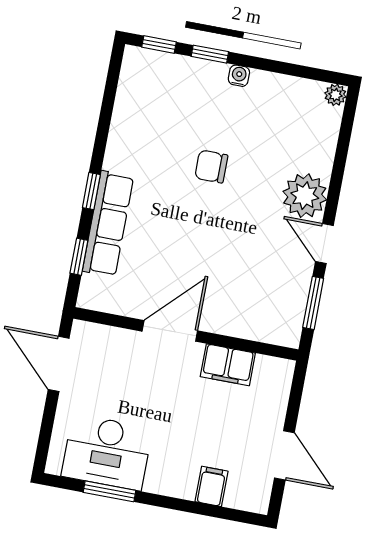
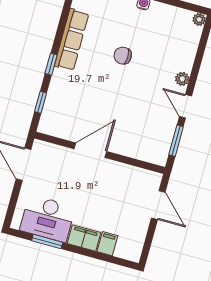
plant: (305, 196) -> (182, 79), width x0.53, depth x0.53
row of seats: (108, 224) -> (72, 40), moved
filing cabinet: (228, 365) -> (84, 238), moved, turned 180
door: (284, 455) -> (158, 205), moved

